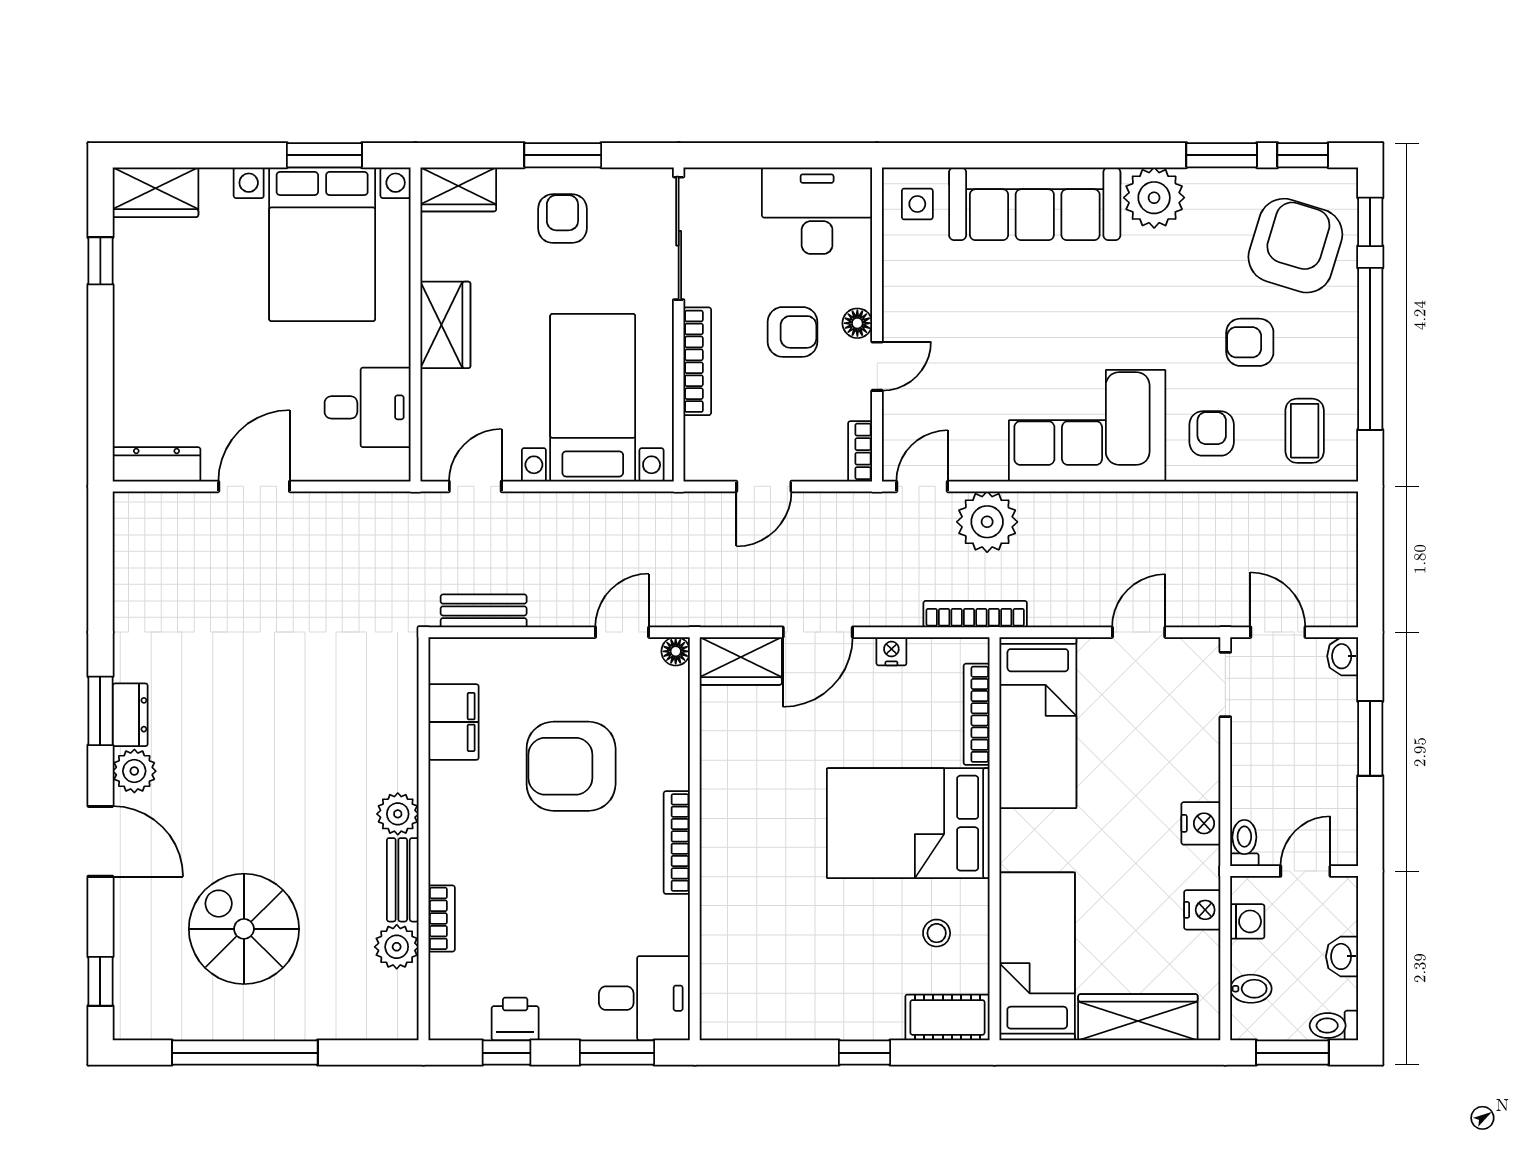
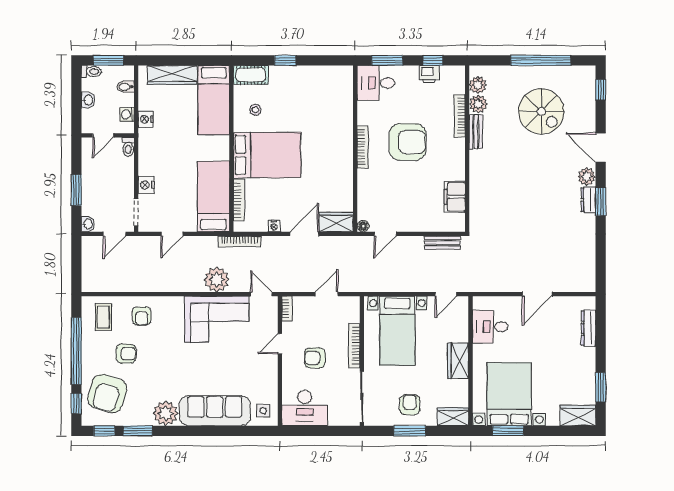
armchair: (562, 219) -> (410, 405), turned 180
window: (100, 261) -> (601, 387), width x1.50
floor lamp: (857, 323) -> (288, 362), removed
corner sofa: (1087, 426) -> (216, 319), moved
dresser: (156, 464) -> (588, 328), moved, turned 90
door: (922, 486) -> (261, 294), swing flipped
plant: (987, 522) -> (217, 280), moved
door: (1278, 632) -> (114, 234), hinge flipped
armchair: (571, 766) -> (408, 142), moved
plant: (398, 814) -> (478, 85), moved
nightstand: (1201, 823) -> (146, 185), moved
bookcase: (442, 918) -> (460, 116), width x1.56

